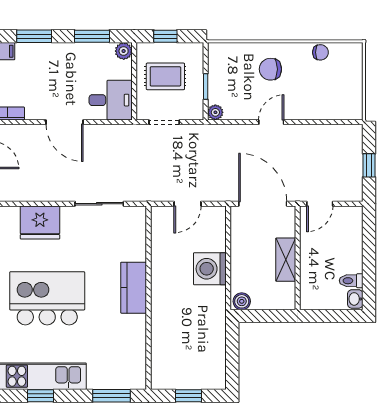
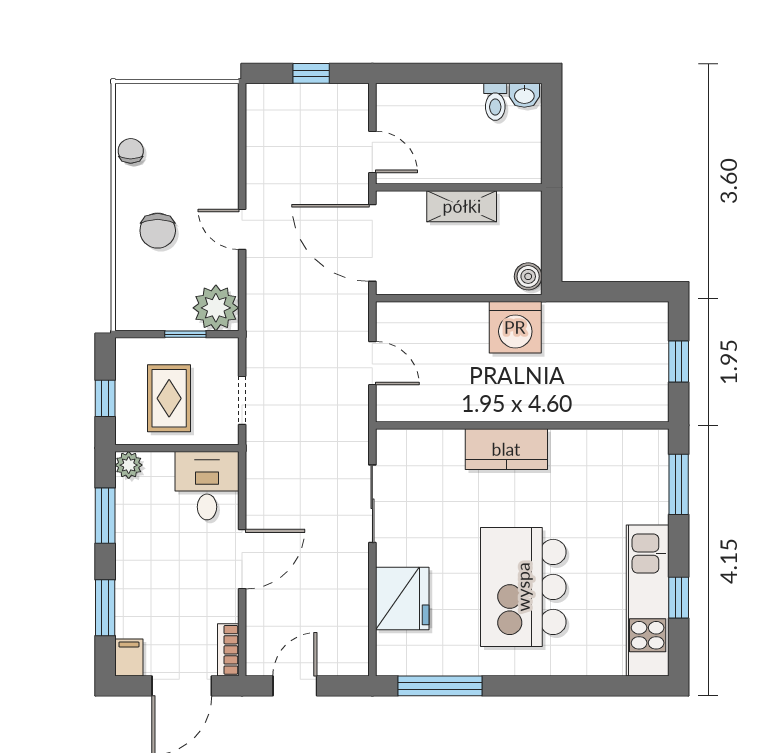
plant: (215, 112) -> (216, 308), width x1.88, depth x1.88
door: (263, 204) -> (372, 243), hinge flipped
washing machine: (210, 269) -> (515, 327), moved

